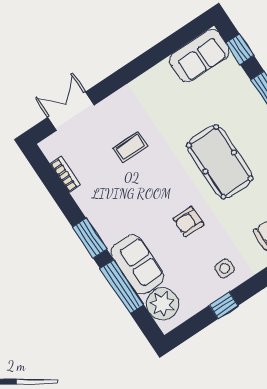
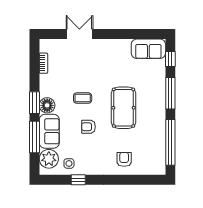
double door: (71, 111) -> (79, 34), moved
coffee table: (130, 147) -> (83, 98), moved
floor lamp: (110, 230) -> (47, 105), added
side table: (225, 268) -> (69, 163), moved

